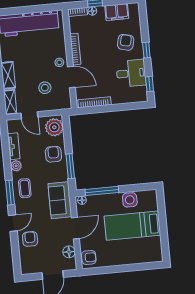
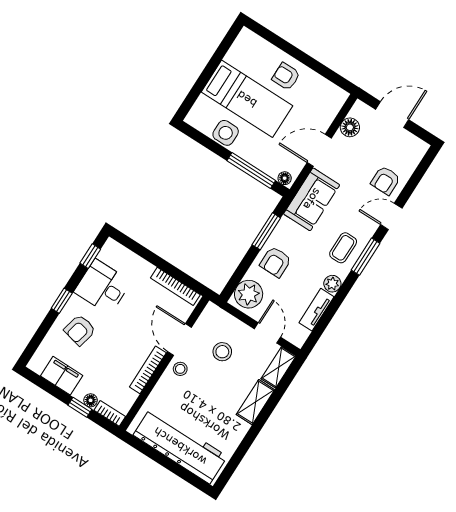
armchair: (89, 257) -> (286, 76), moved

